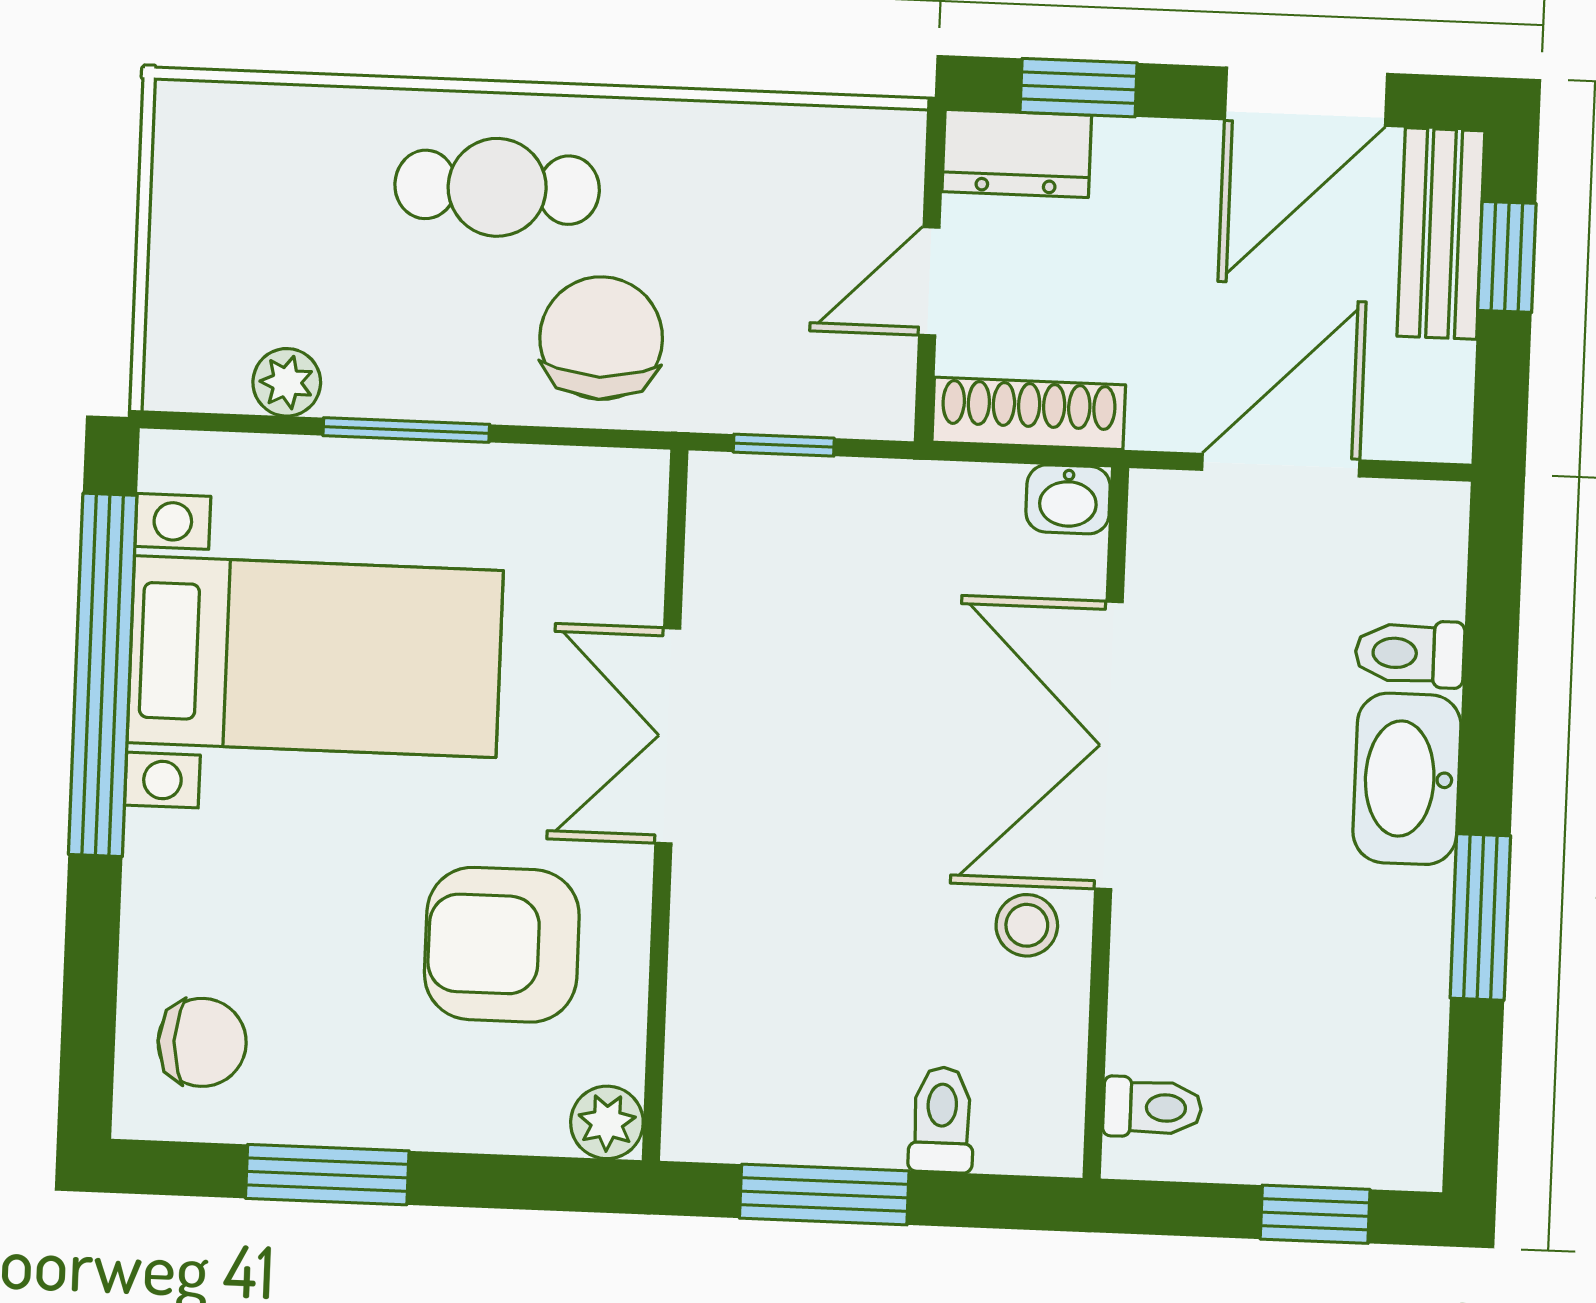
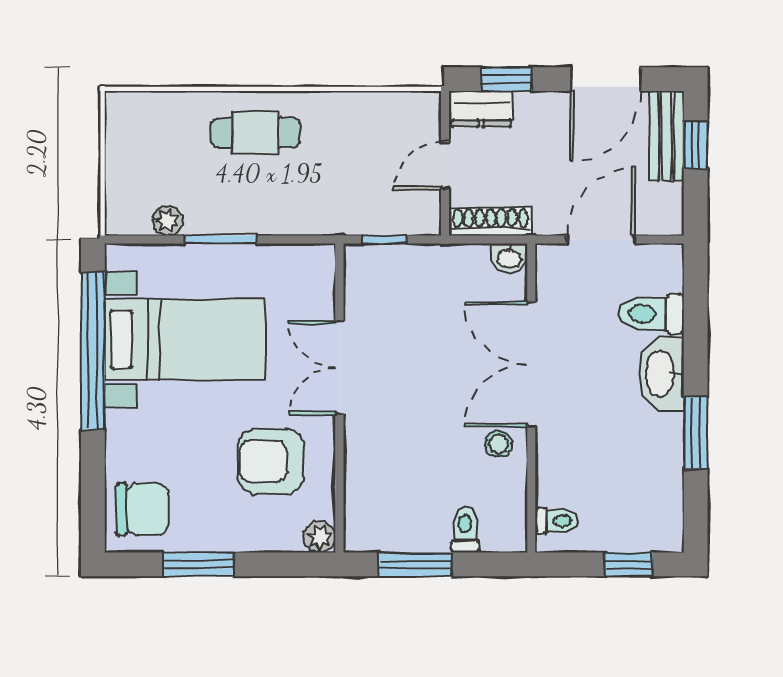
chair: (601, 338) -> (303, 196), removed
toilet: (1410, 653) -> (651, 314), width x1.37, depth x1.39
chair: (202, 1042) -> (142, 509), width x1.37, depth x1.37

